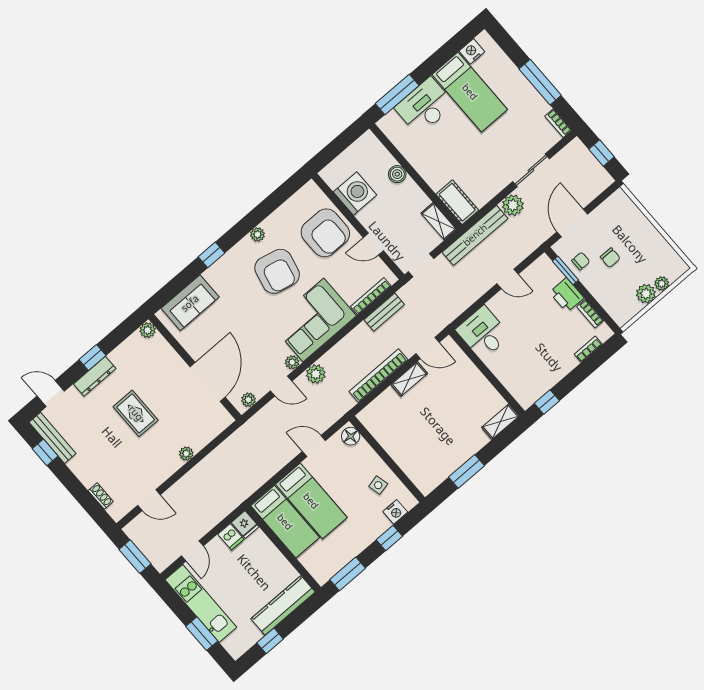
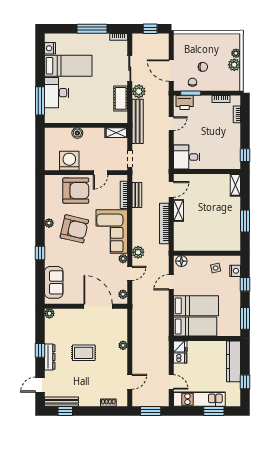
cot: (457, 202) -> (121, 98), moved, turned 90
printer: (567, 295) -> (185, 103), moved

